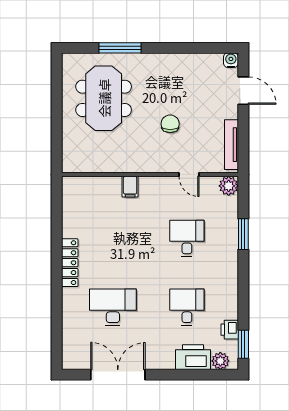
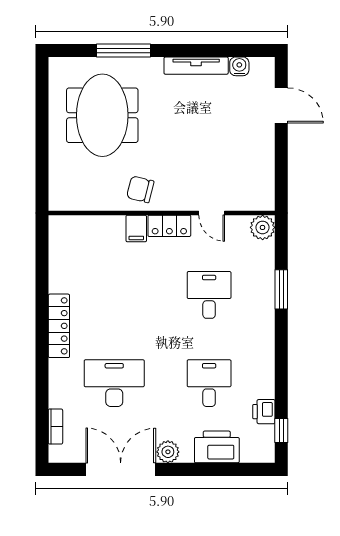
water cooler: (231, 60) -> (239, 66), moved
chair: (170, 124) -> (140, 189), moved, turned -76
tv unit: (232, 145) -> (196, 66), moved, turned -90
locker: (156, 185) -> (169, 226), added
bookcase: (67, 341) -> (55, 427), added
window: (243, 344) -> (281, 430), width x0.67
plant: (220, 361) -> (168, 452), moved

